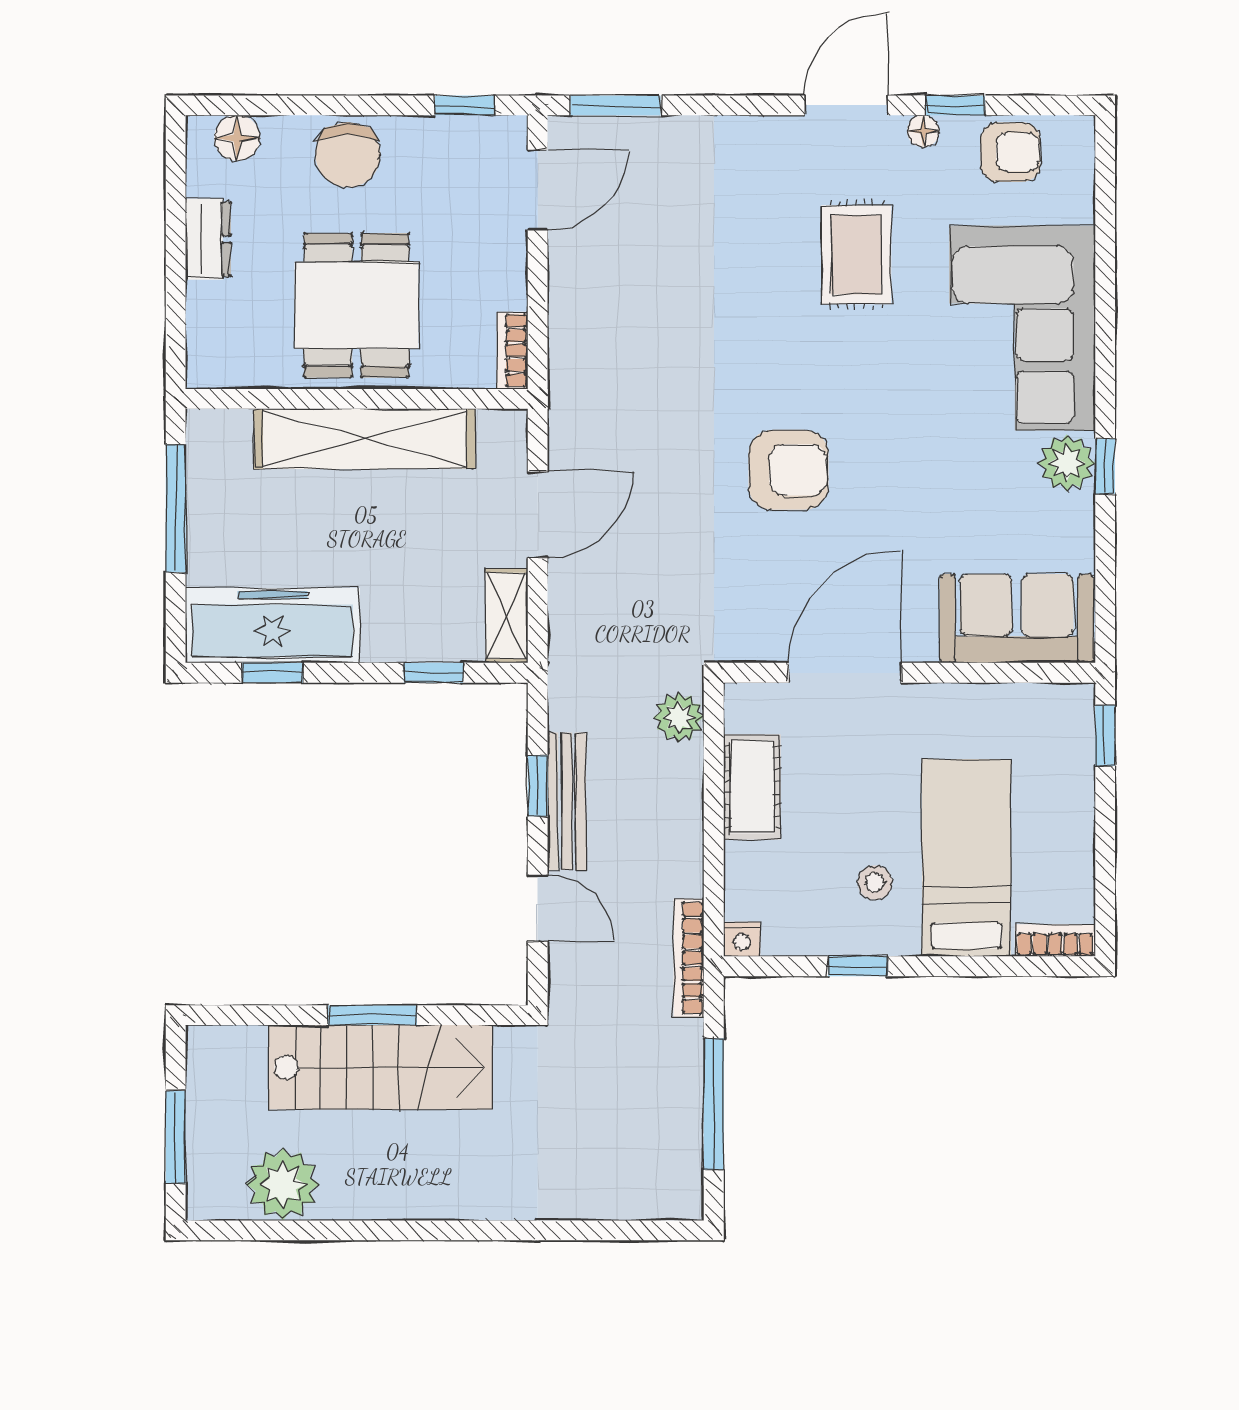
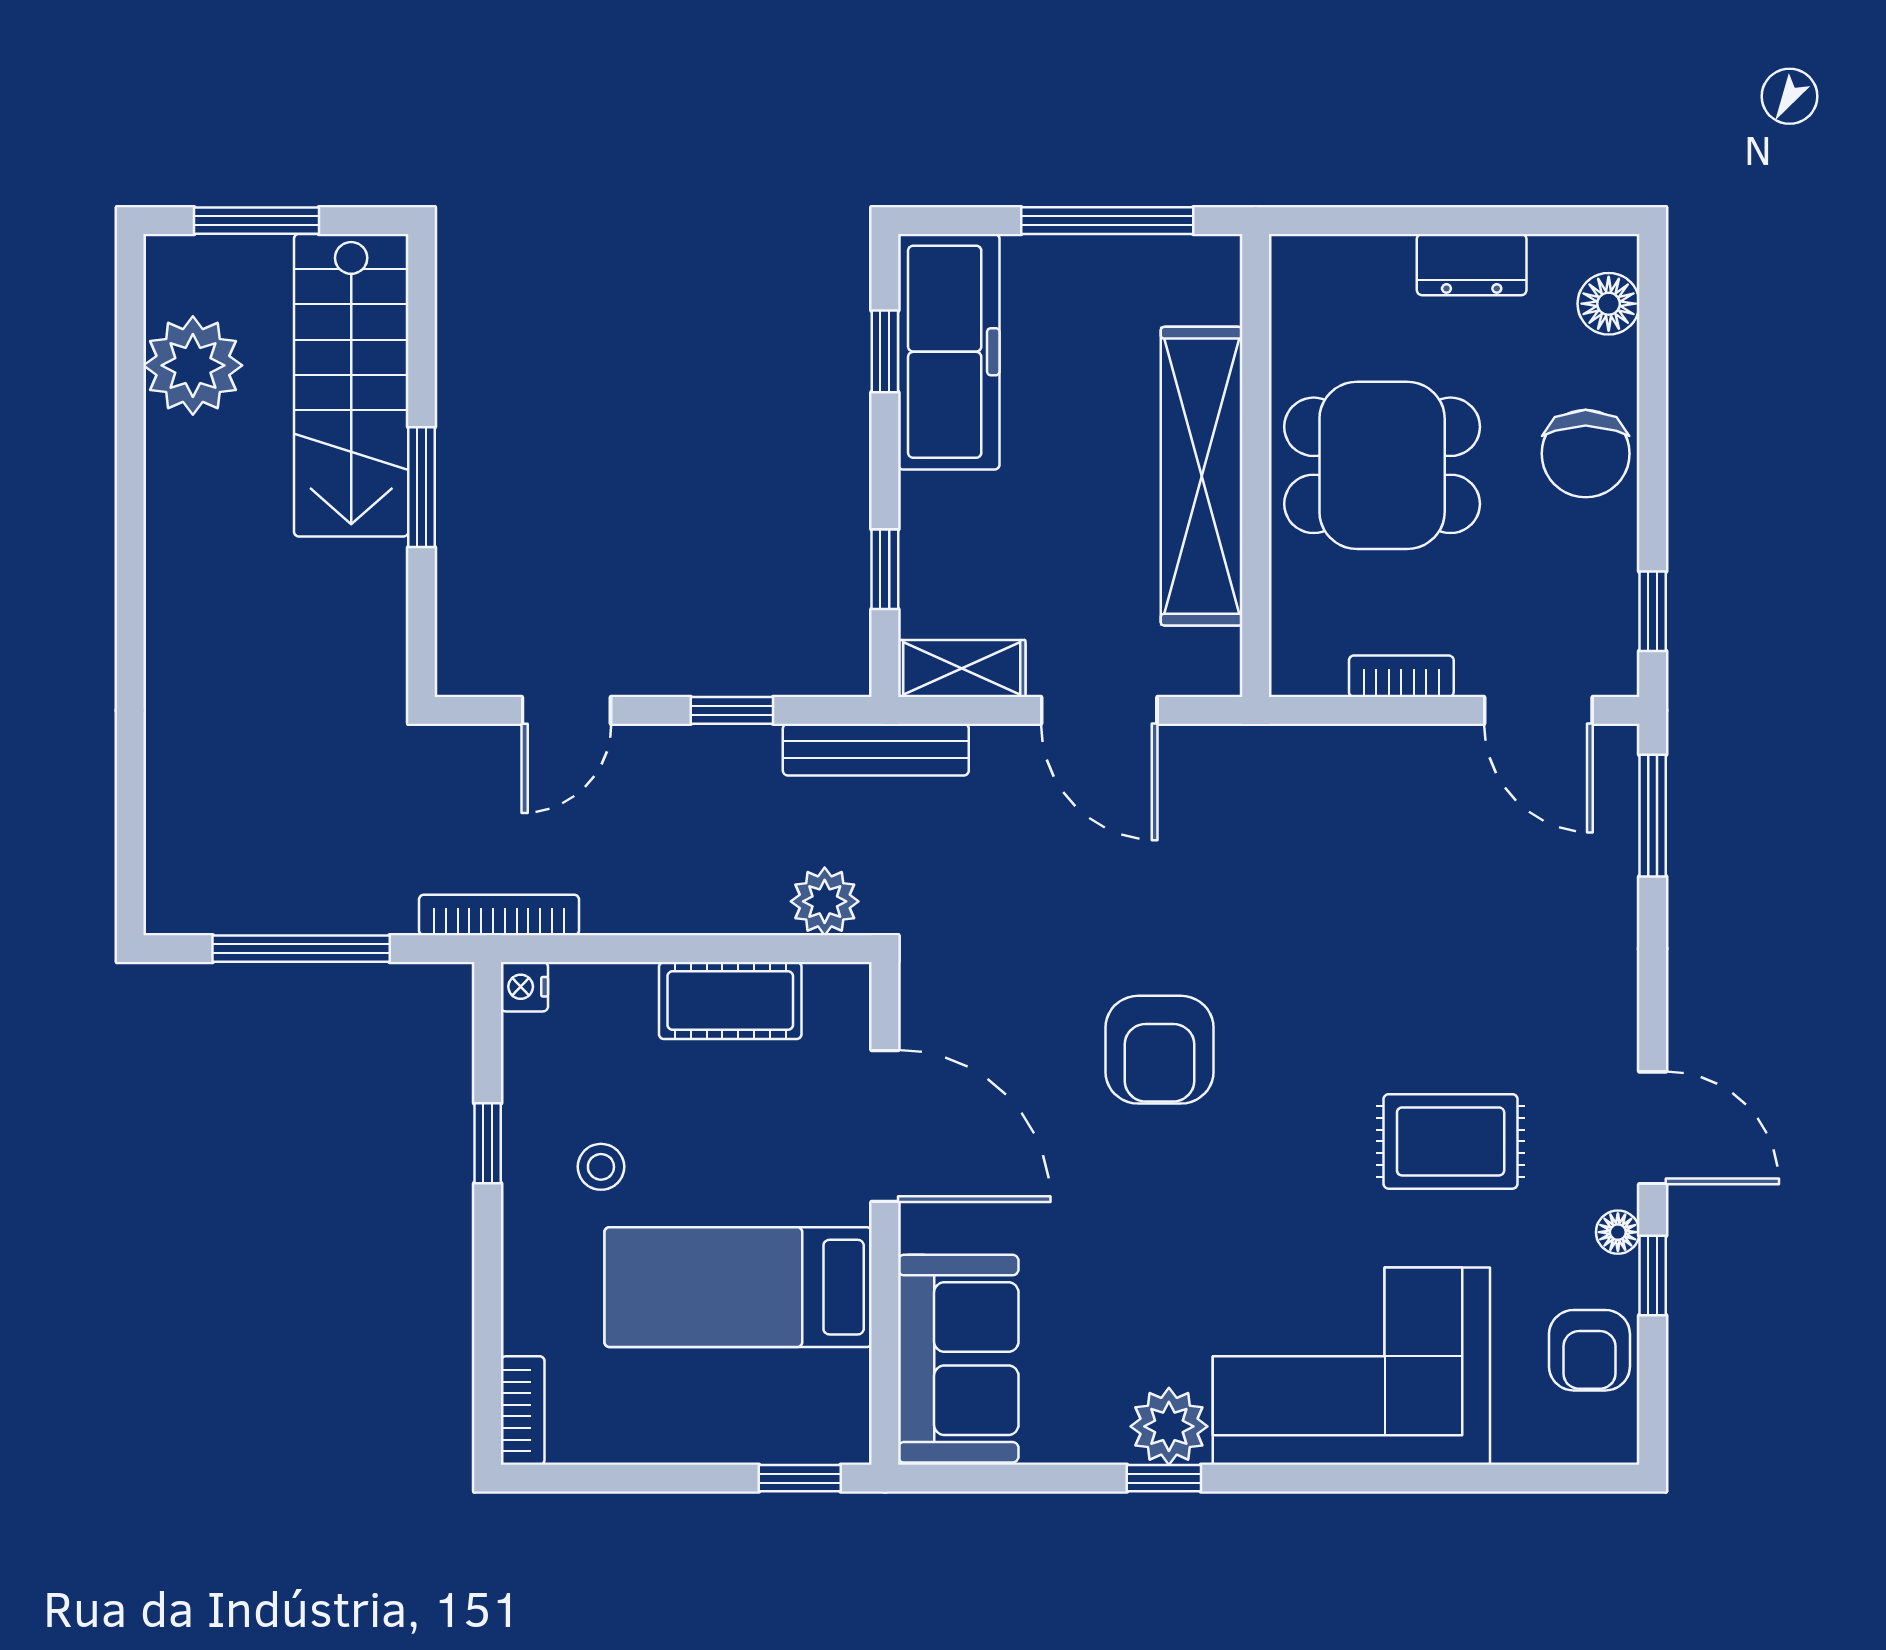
chair: (348, 155) -> (1586, 454), turned -90
bookcase: (512, 350) -> (1401, 676), moved
bench: (567, 801) -> (876, 750), moved
bed: (967, 858) -> (738, 1287), moved, turned 180
stairs: (380, 1067) -> (351, 385), moved

